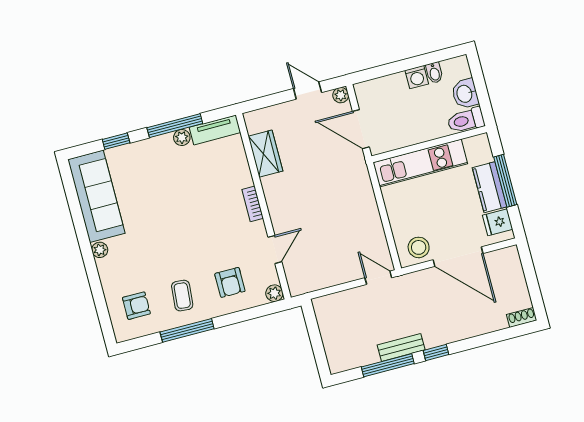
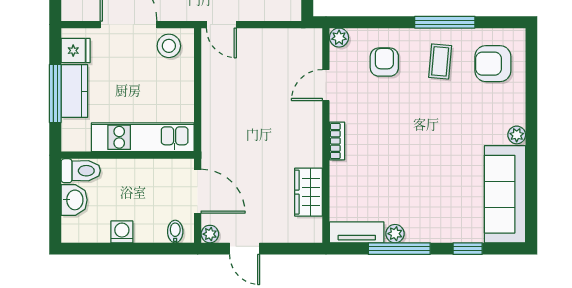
bidet: (434, 73) -> (175, 231), moved
armchair: (136, 306) -> (493, 64), width x1.38, depth x1.38

